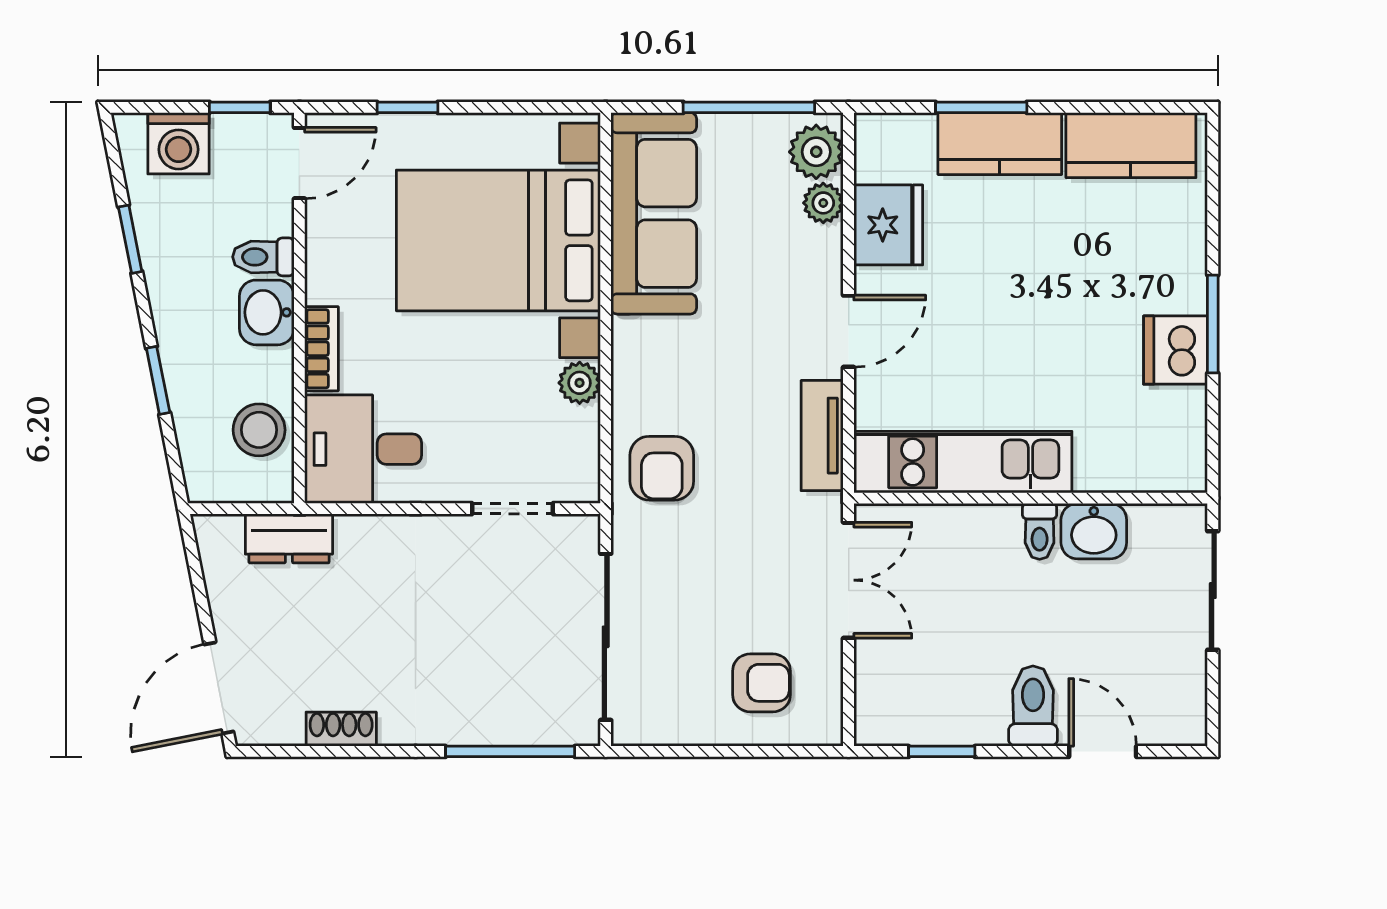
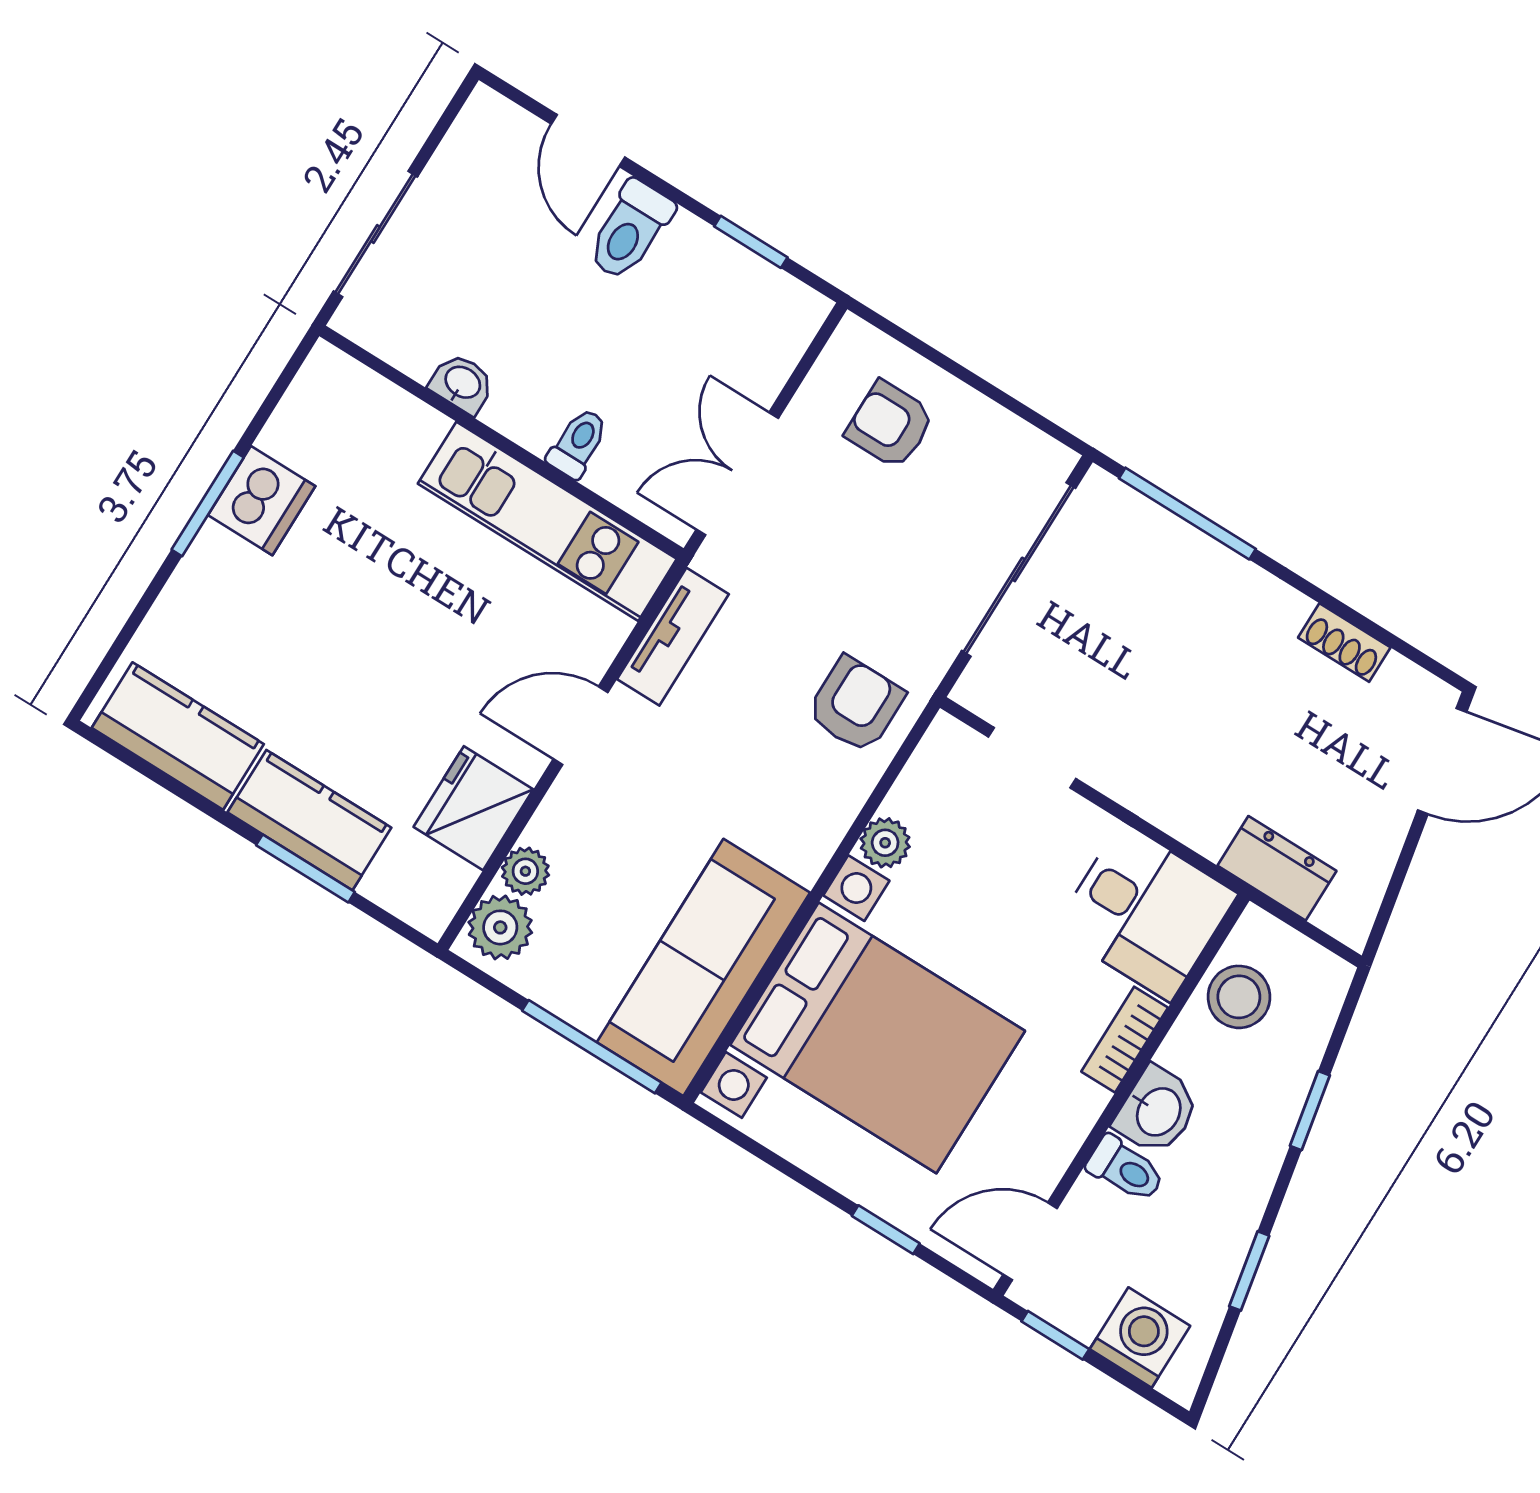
window: (749, 107) -> (592, 1047), moved
toilet: (1040, 531) -> (578, 443), moved
washbasin: (1094, 531) -> (462, 383), width x0.72, depth x0.69

